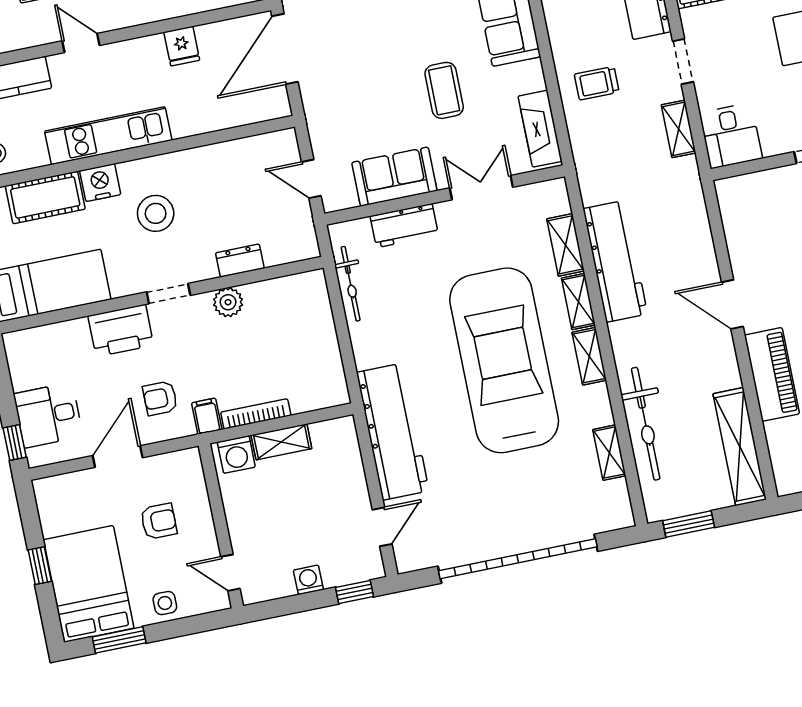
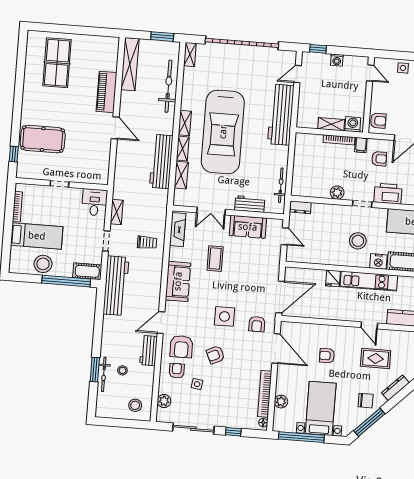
fridge: (182, 46) -> (333, 278), moved, turned 180
dresser: (240, 261) -> (300, 207), moved
shelving: (609, 453) -> (190, 55), moved
armchair: (159, 521) -> (378, 121), moved, turned 180

